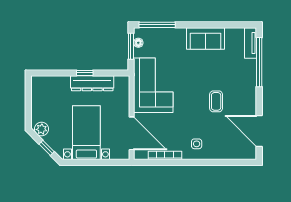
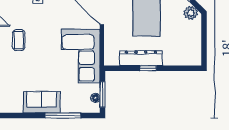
window: (157, 25) -> (63, 116), moved
sofa: (206, 38) -> (42, 102), moved

